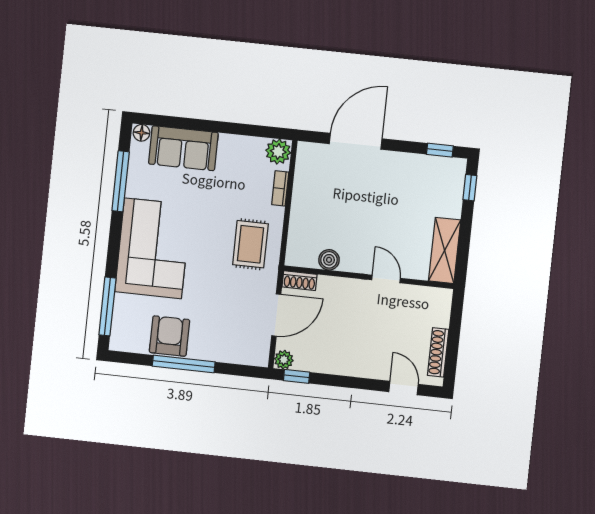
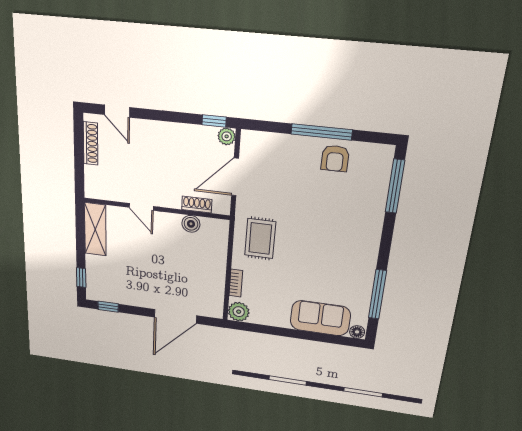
corner sofa: (153, 248) -> (349, 237), removed
shoe rack: (300, 281) -> (197, 204), moved
armchair: (169, 336) -> (335, 158), width x0.72, depth x0.72

